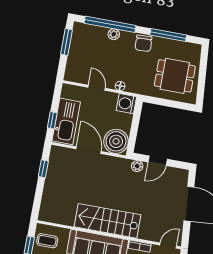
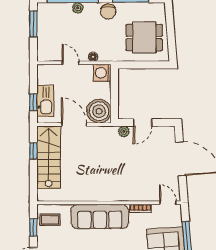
kitchen sink: (66, 121) -> (45, 101), width x0.73, depth x0.81
stairs: (107, 221) -> (49, 157), moved, turned 90
door: (168, 246) -> (168, 203), hinge flipped

